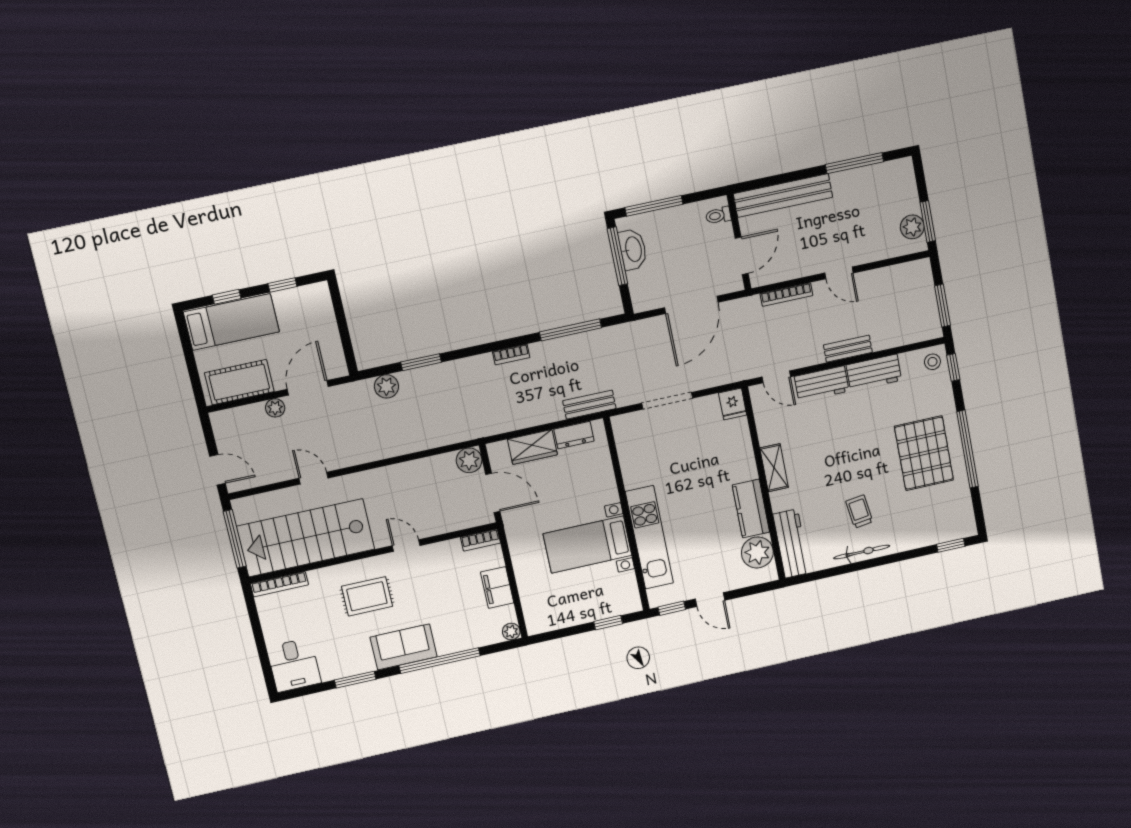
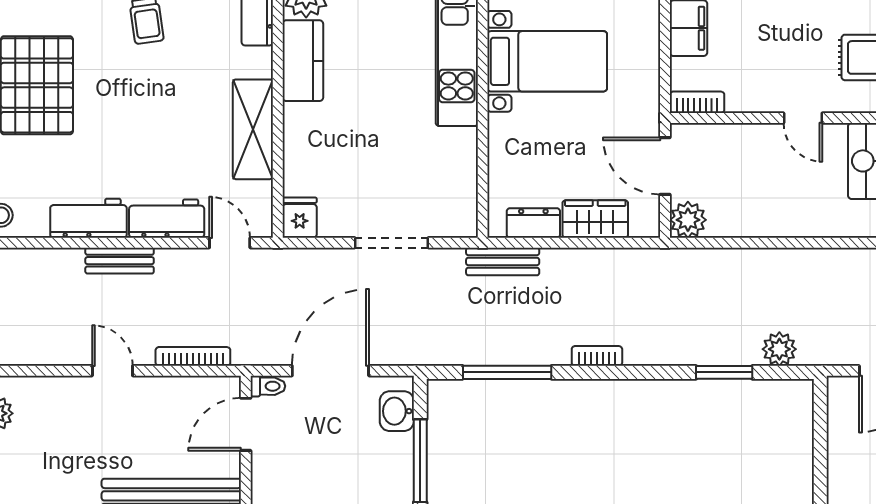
toilet: (718, 215) -> (268, 386), moved
washbasin: (633, 249) -> (397, 411), moved, width x0.72
shelving: (774, 468) -> (253, 129), width x1.50, depth x1.33

